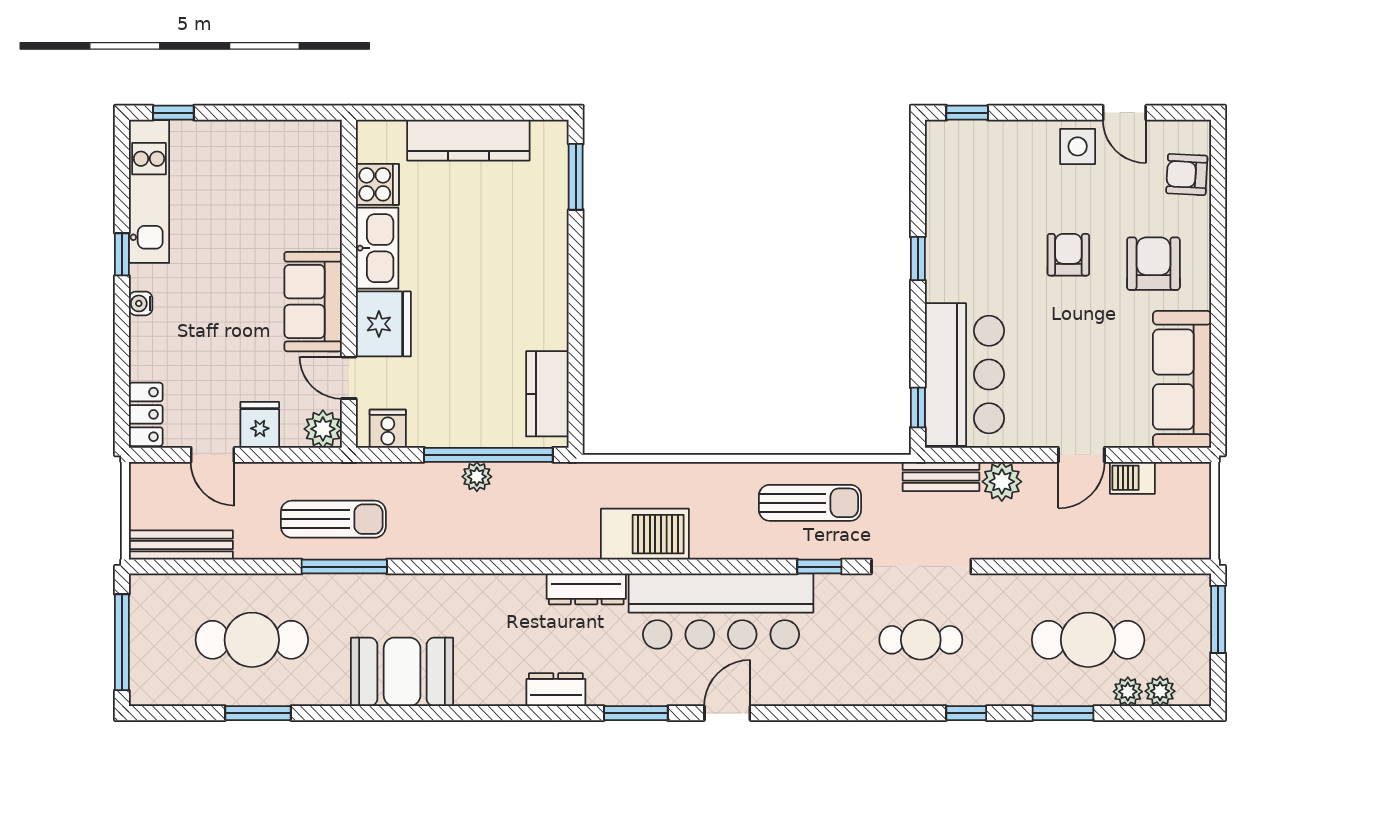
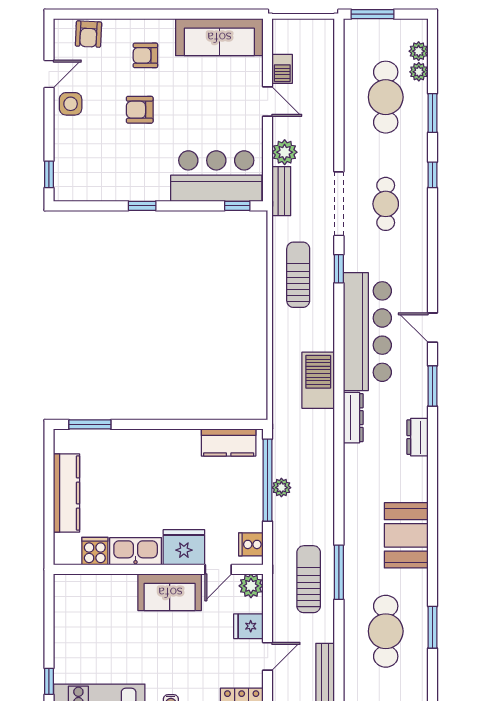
armchair: (1153, 264) -> (145, 55), width x0.72, depth x0.72

